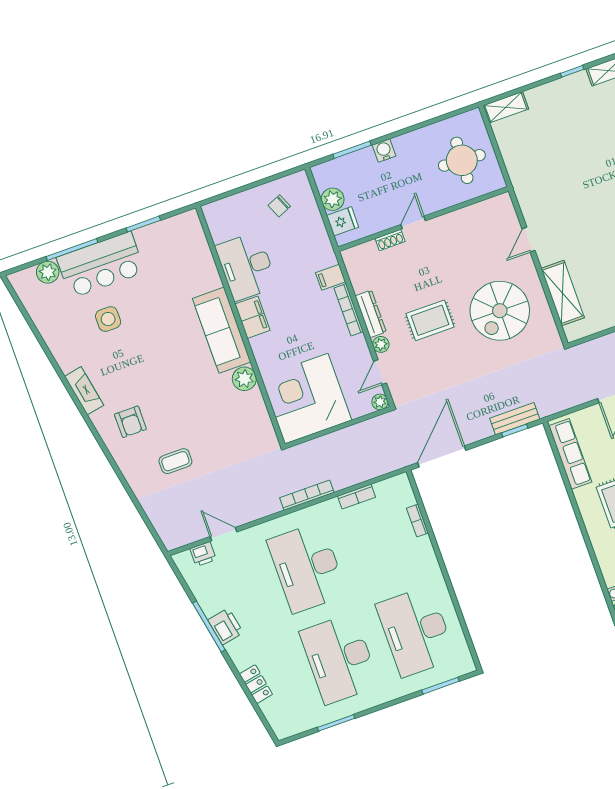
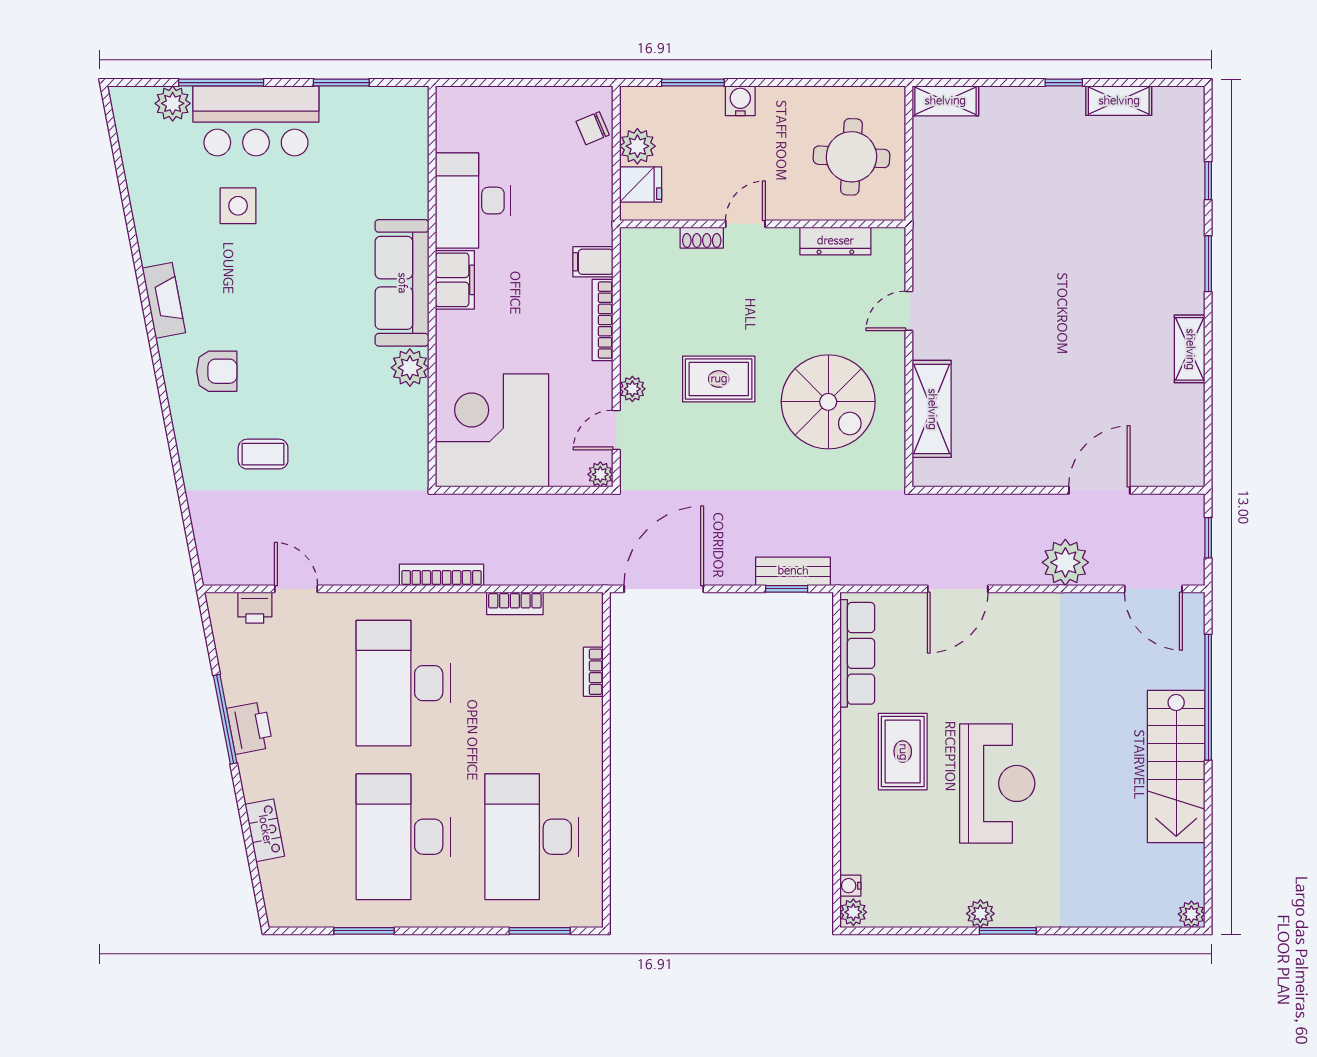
chair: (279, 206) -> (593, 128), moved
spiral stairs: (500, 311) -> (828, 402), turned -90
dresser: (371, 314) -> (835, 241), moved, turned 90
armchair: (130, 422) -> (217, 371), turned -90

